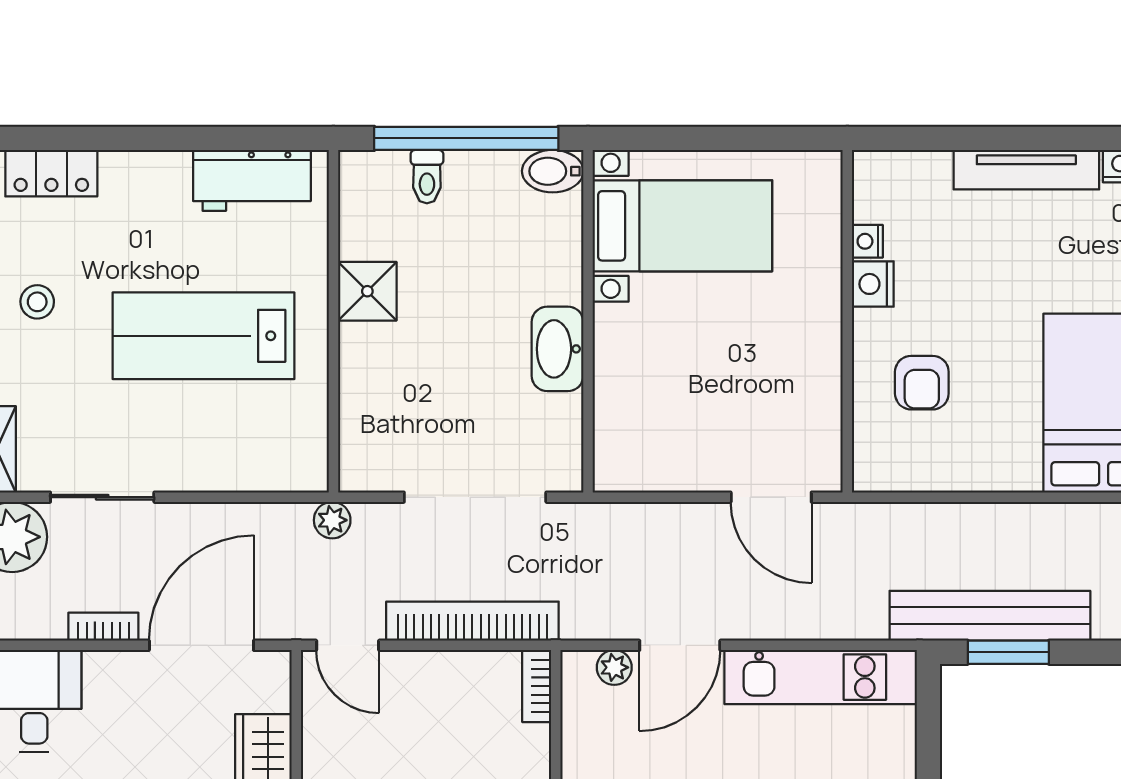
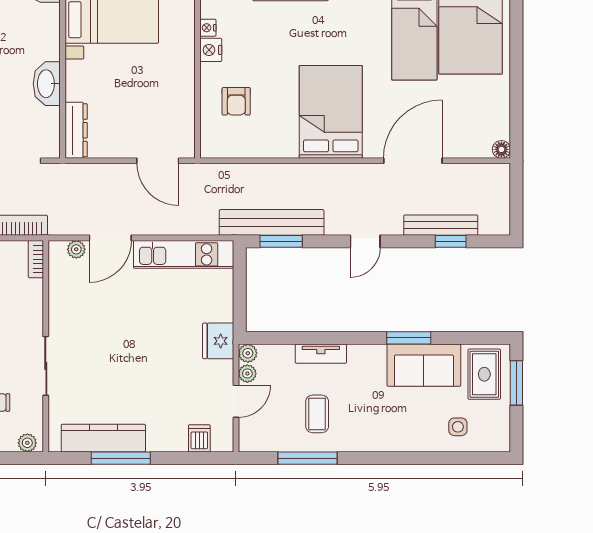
dresser: (614, 438) -> (76, 130), added

